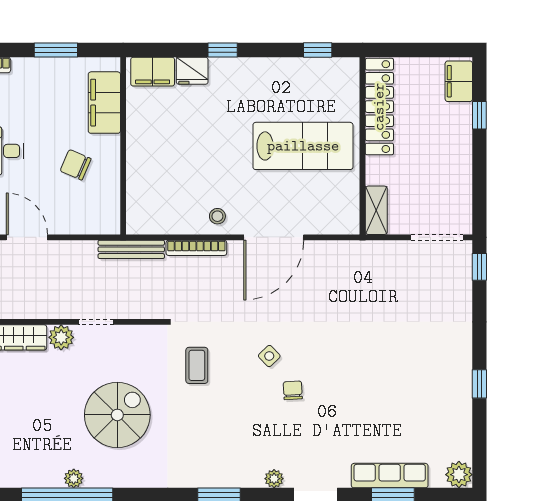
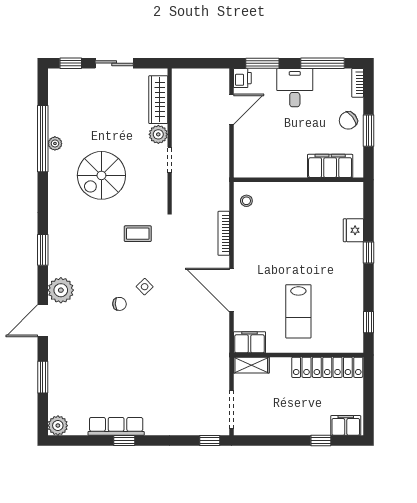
filing cabinet: (153, 72) -> (250, 342), moved, turned 90
lab bench: (303, 146) -> (298, 311), width x0.73, depth x0.72
chair: (76, 165) -> (348, 120), moved, turned -150
stool: (217, 216) -> (246, 201), moved
bench: (131, 249) -> (223, 186), removed
spiral stairs: (117, 415) -> (101, 175), turned 90
row of seats: (390, 476) -> (116, 426), moved, turned -90
plant: (274, 479) -> (61, 290), width x1.87, depth x1.87

